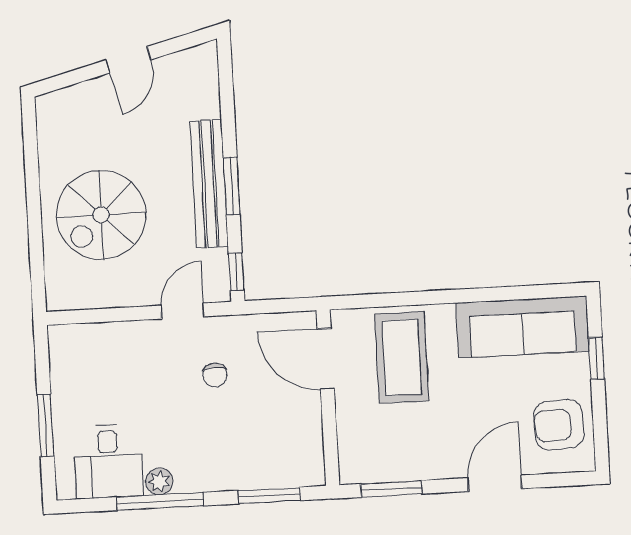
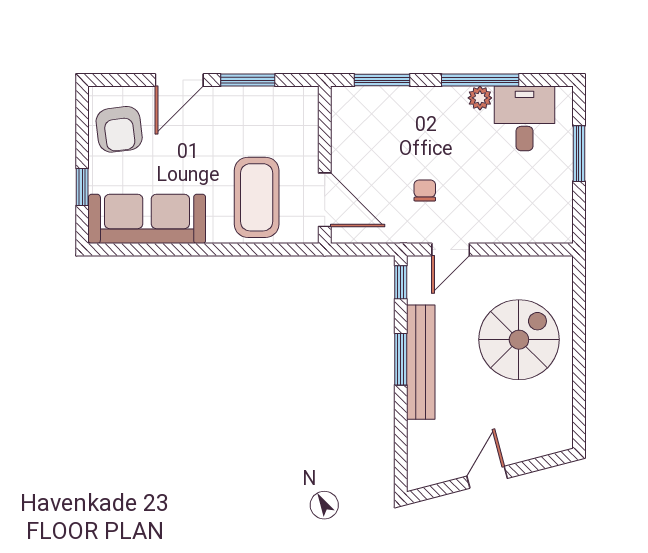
armchair: (559, 425) -> (119, 129), turned 86
window: (391, 489) -> (248, 80), moved

